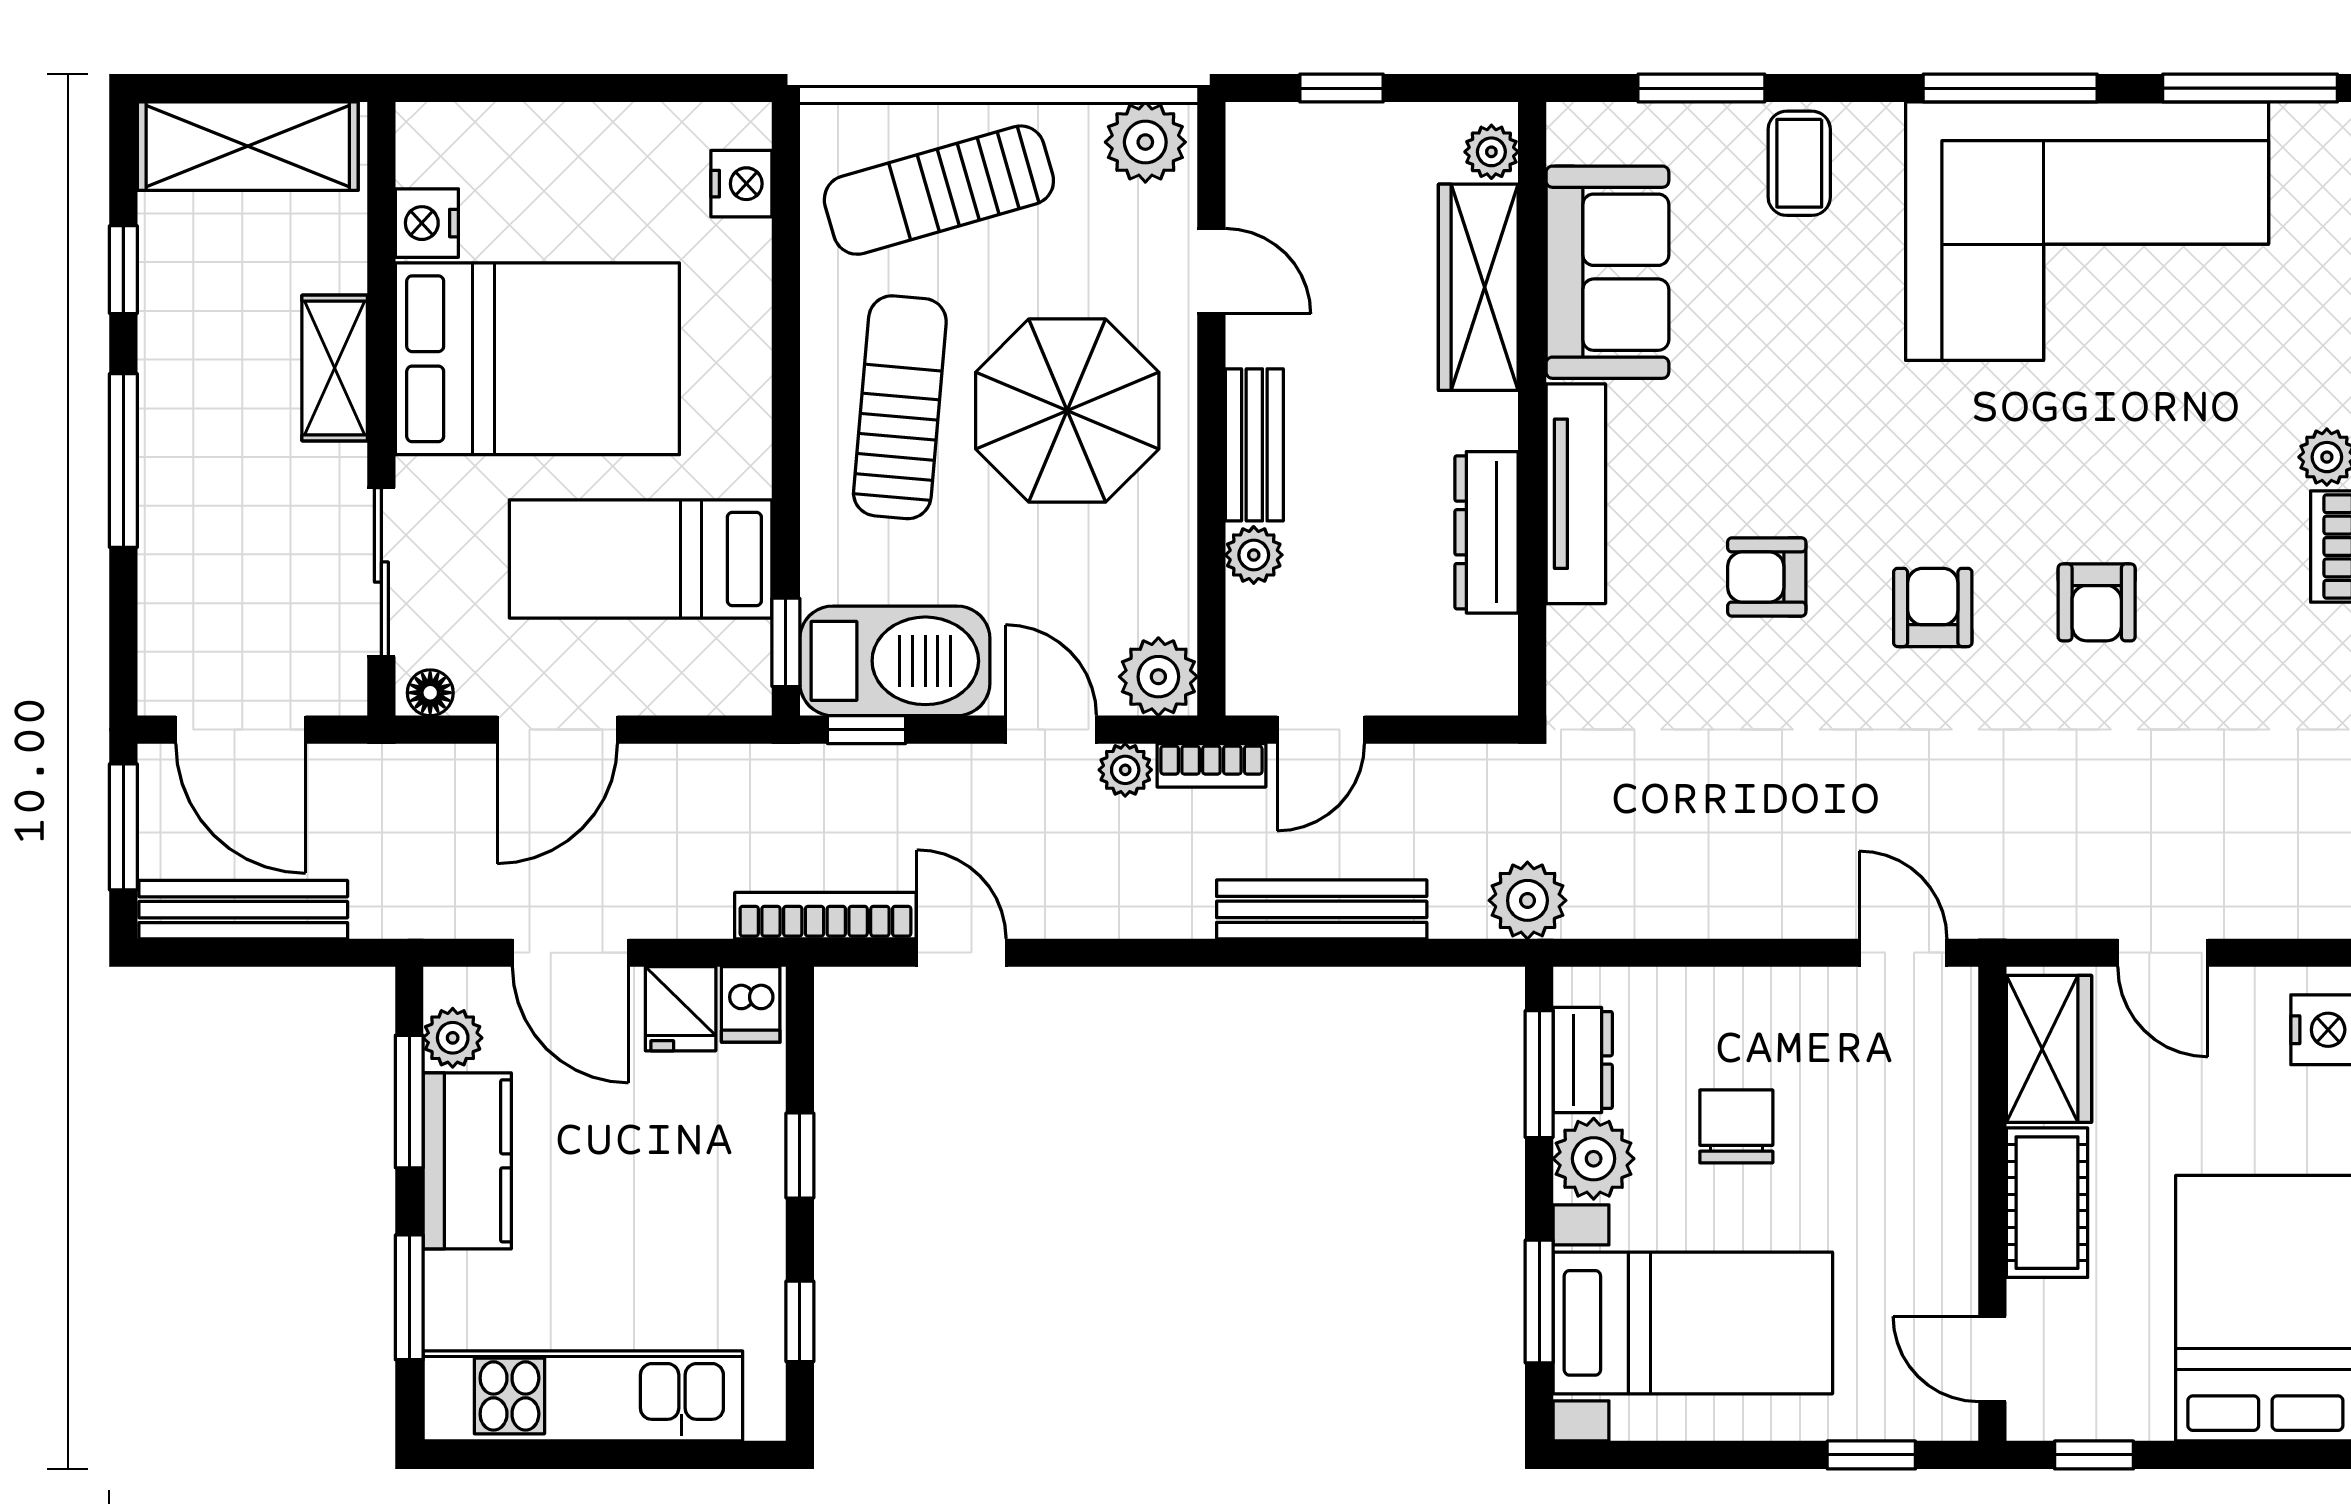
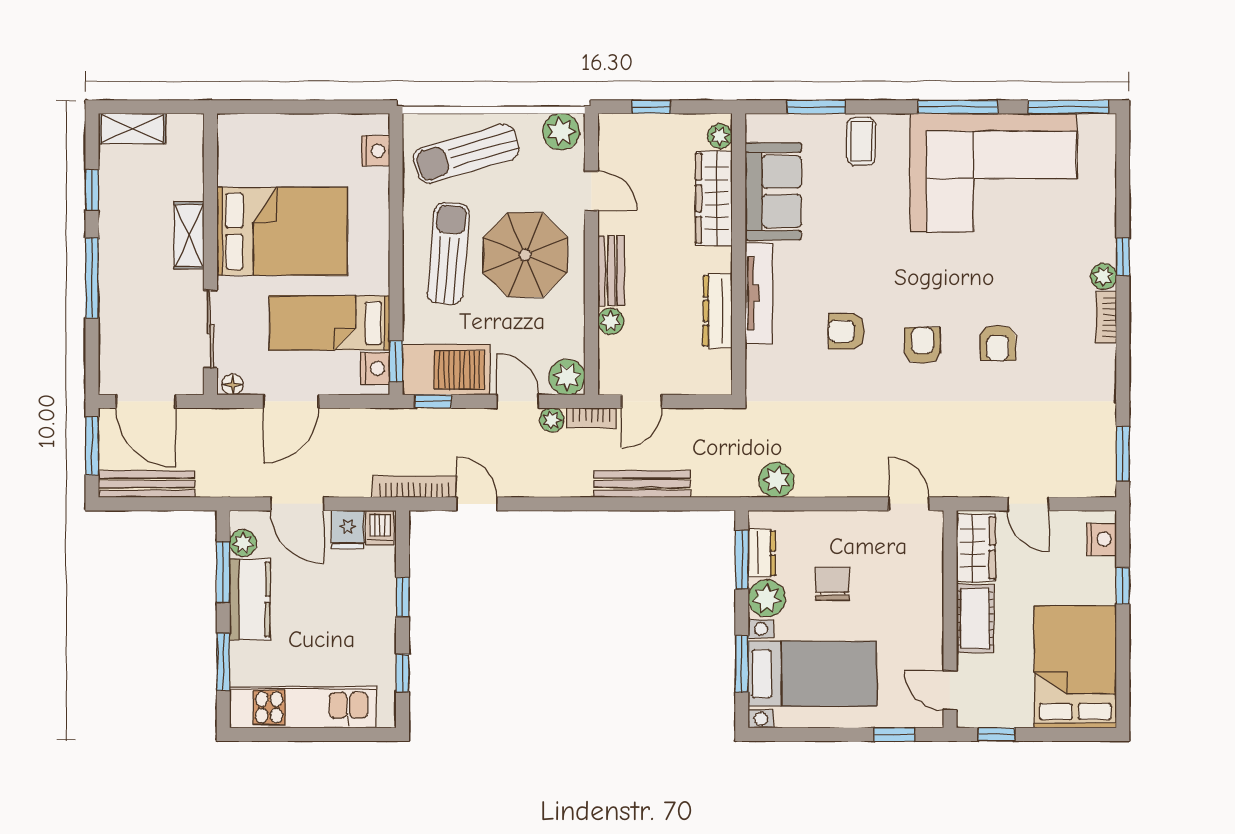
shelving: (248, 146) -> (132, 128), width x0.67, depth x0.75
nightstand: (427, 223) -> (375, 368), moved, turned 180
plant: (1527, 900) -> (776, 480), moved

